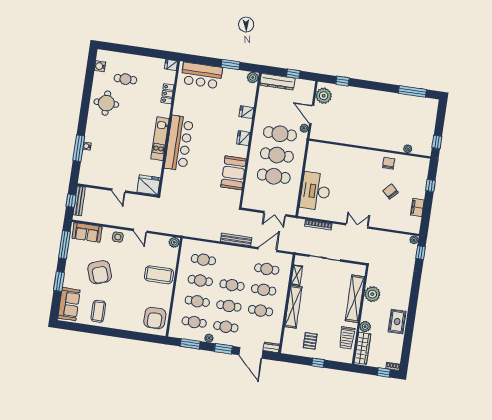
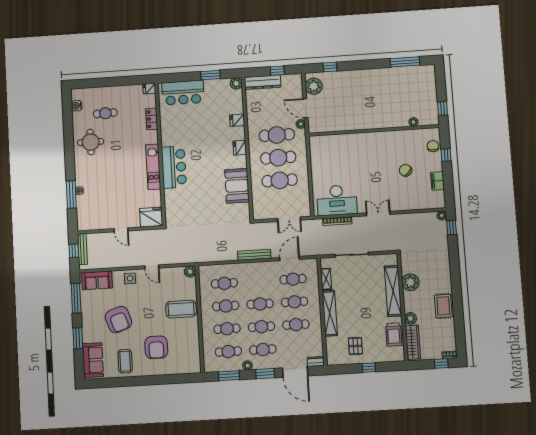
bar counter: (179, 143) -> (174, 167), width x0.73
chair: (389, 163) -> (433, 146), moved
desk: (315, 191) -> (337, 200), moved, turned -90
armchair: (155, 318) -> (156, 347), moved

